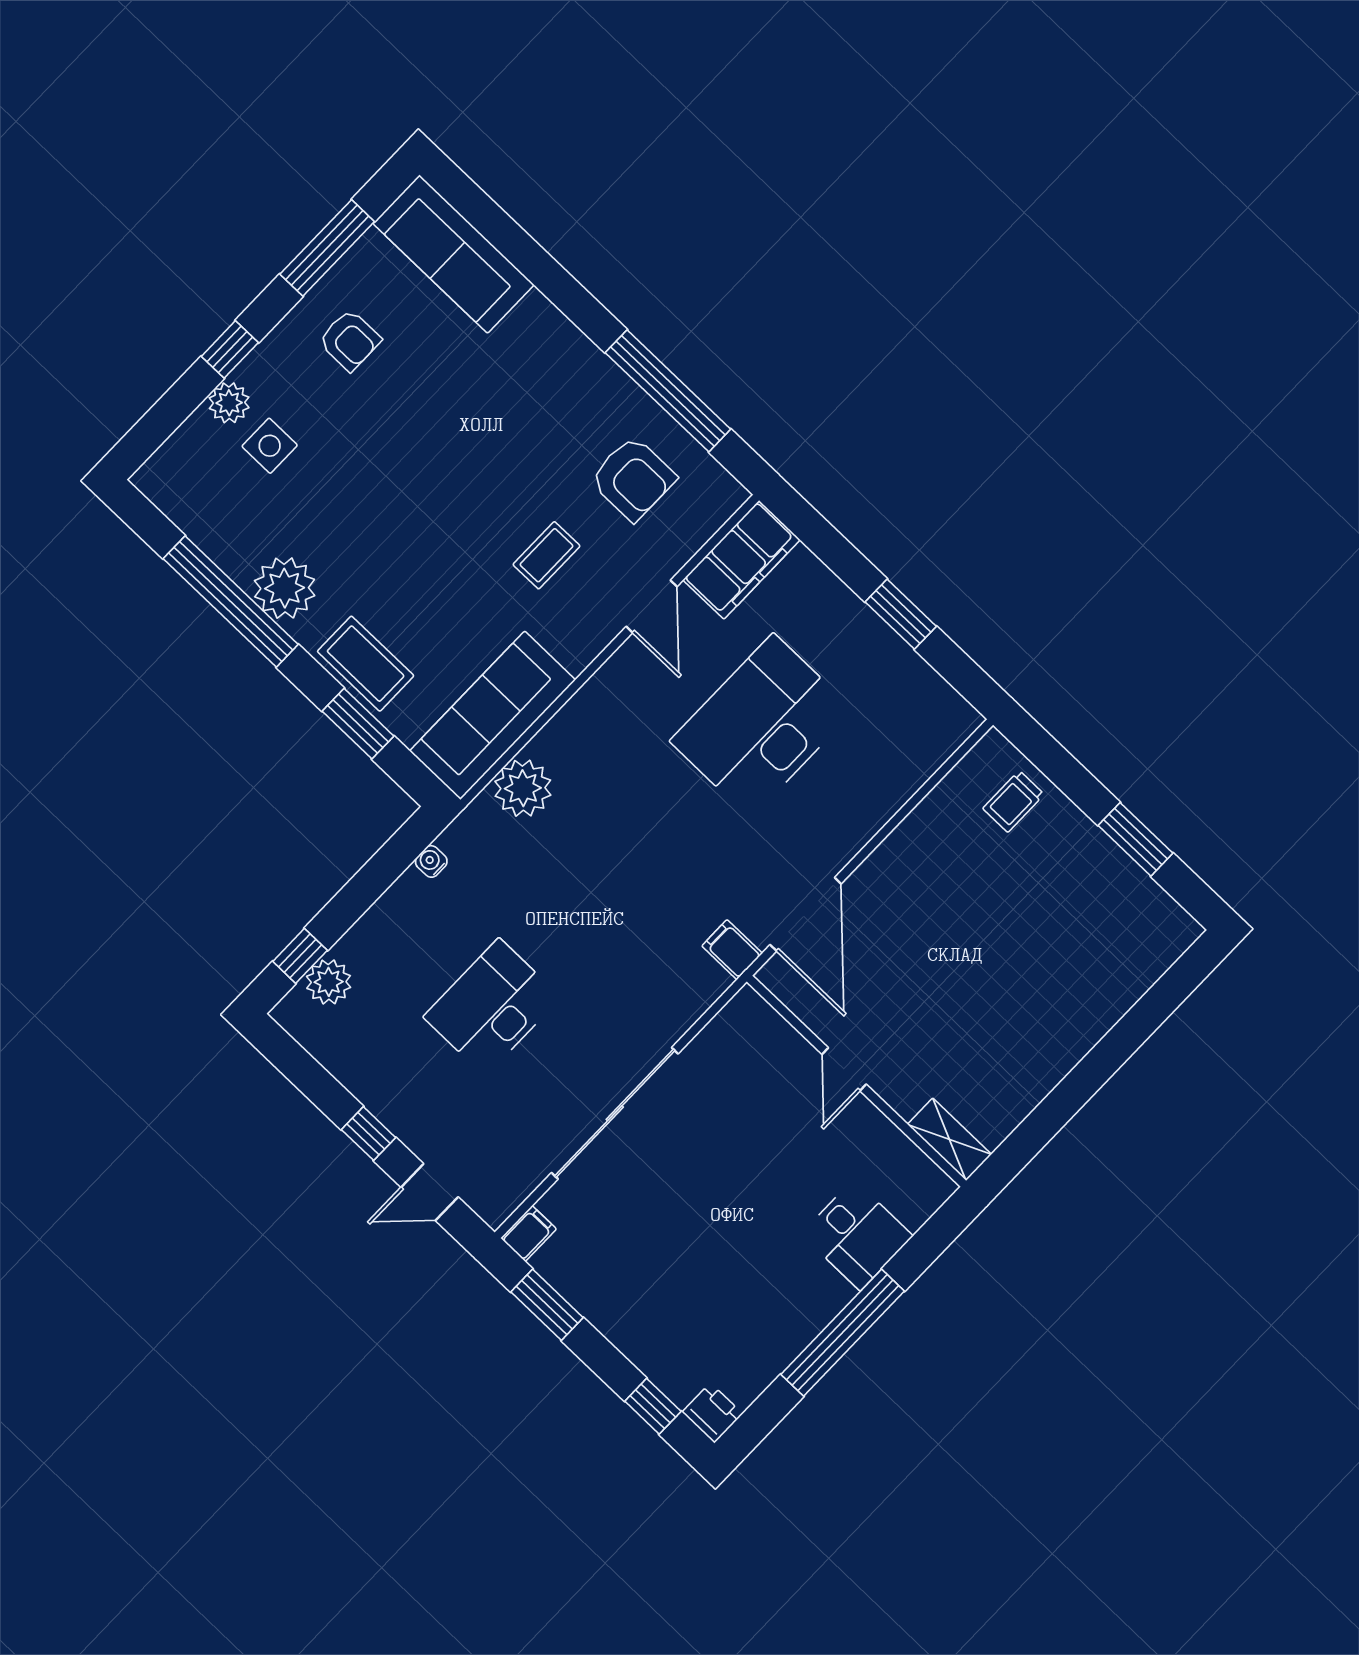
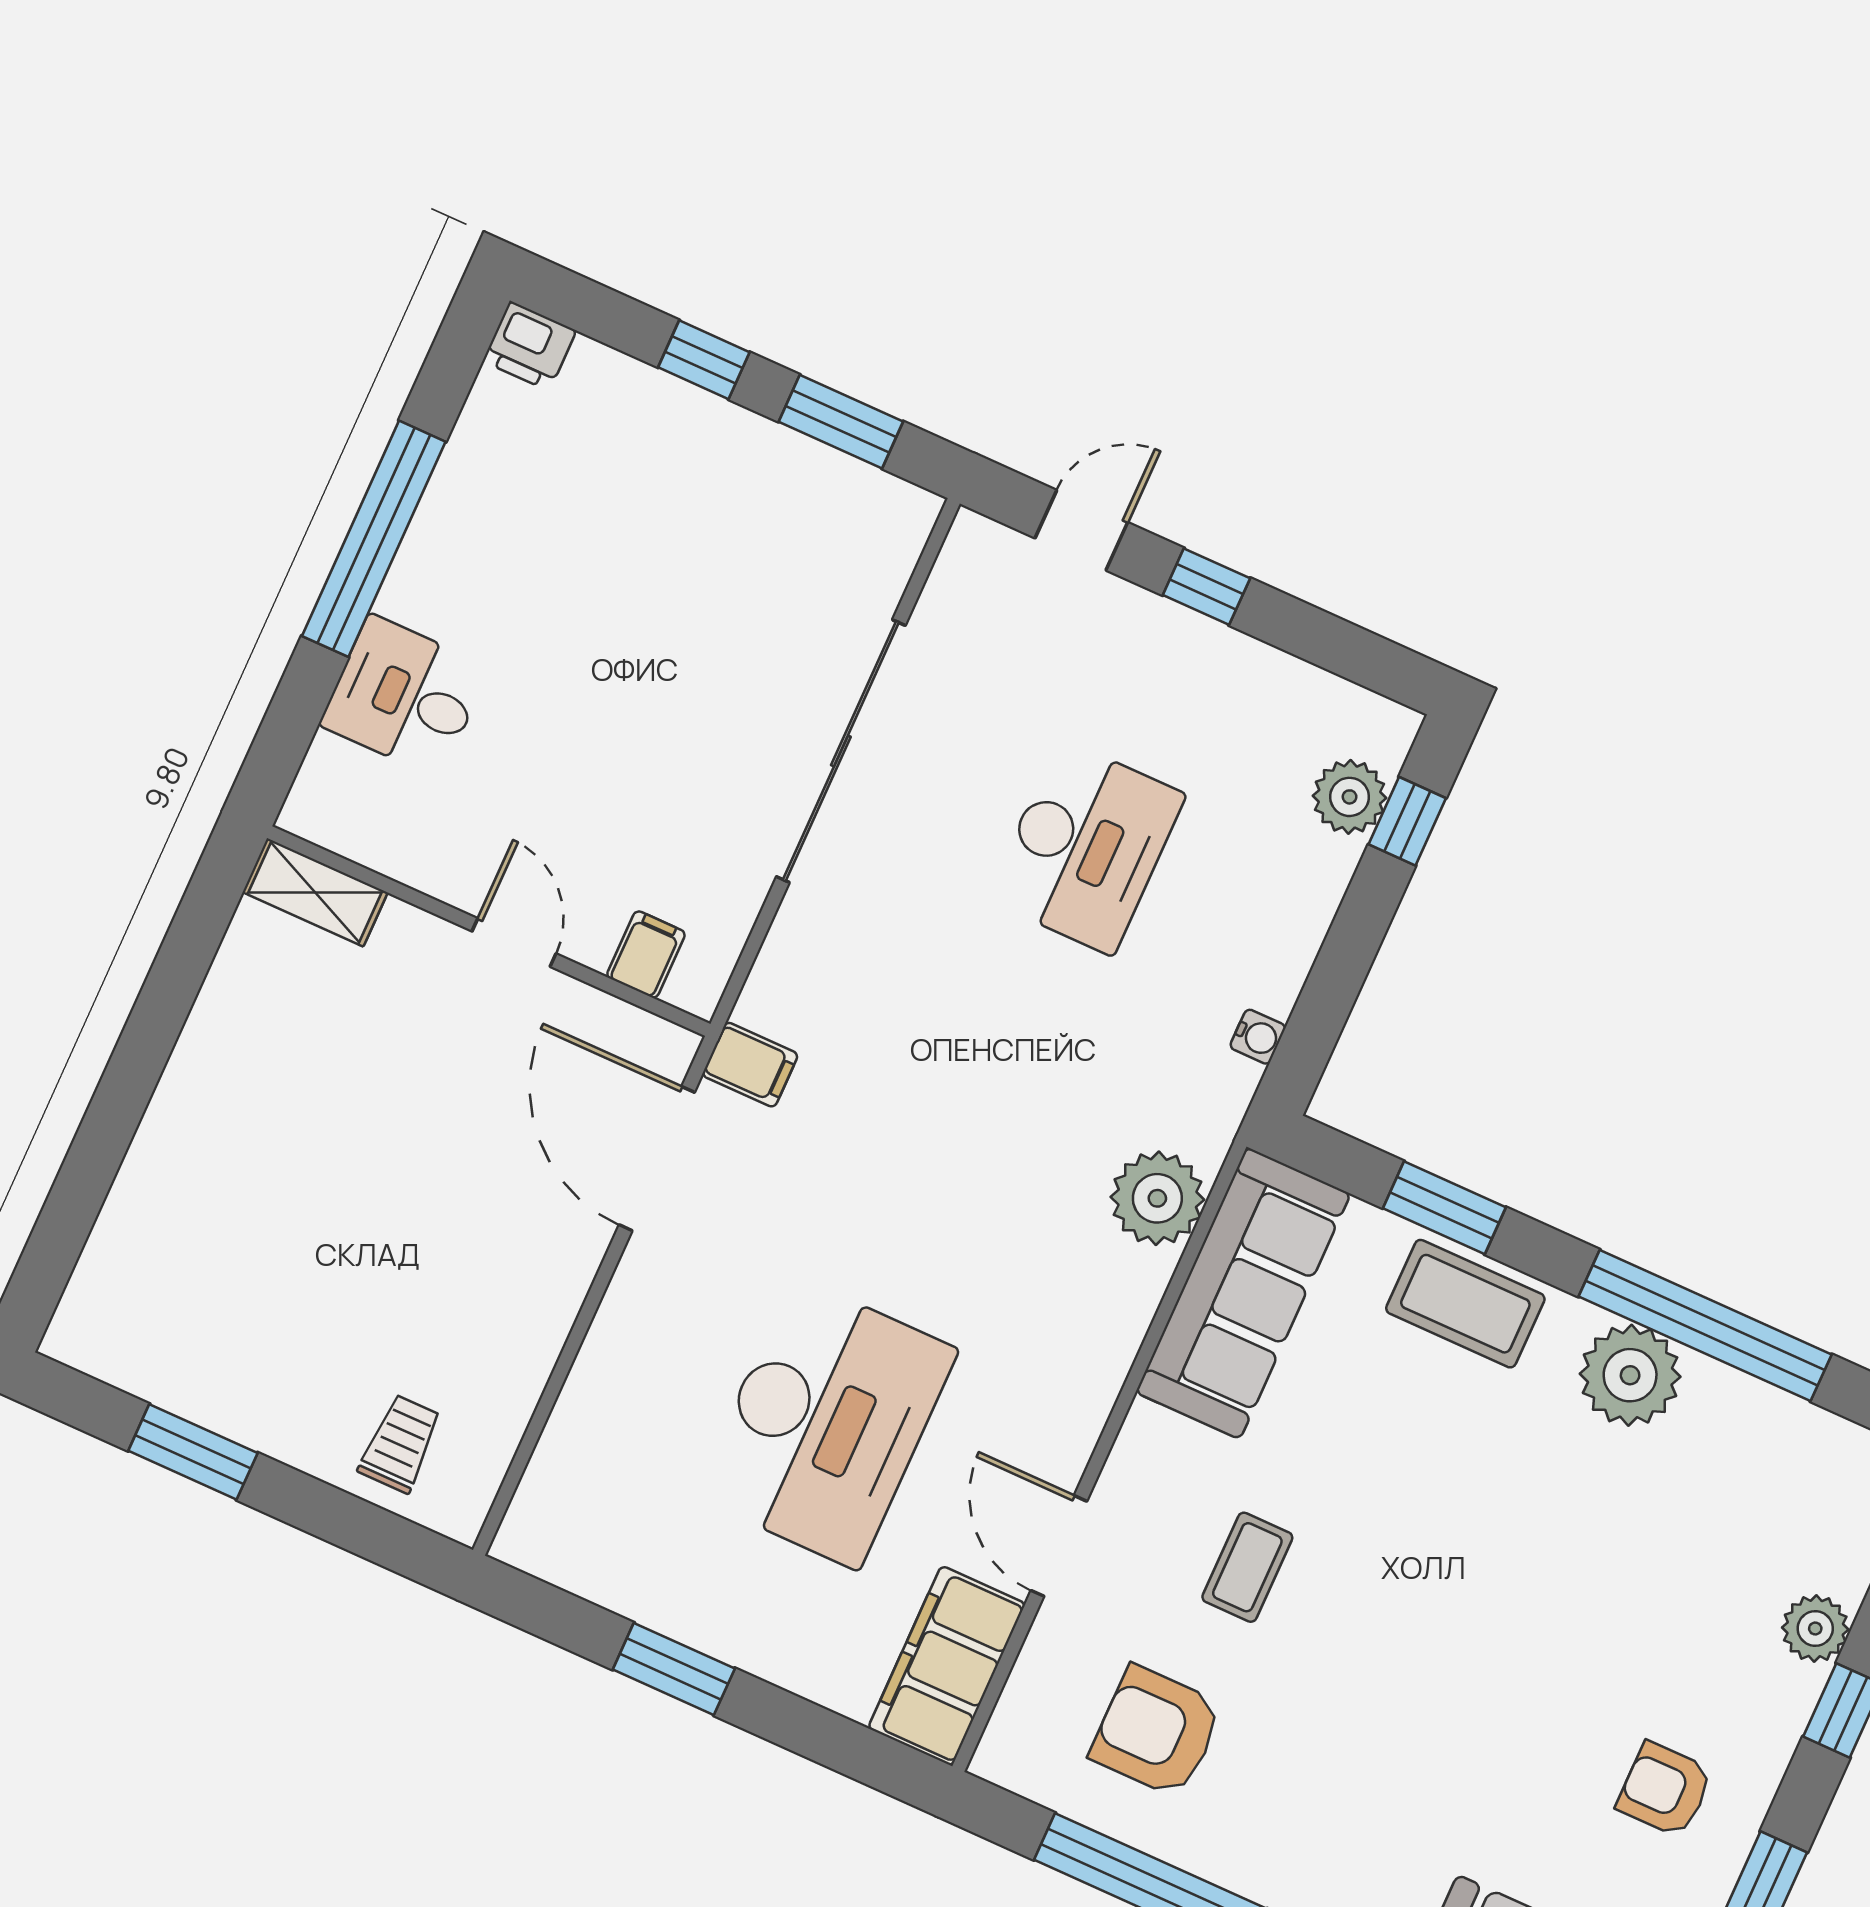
side table: (270, 446) -> (1730, 1585), removed
filing cabinet: (529, 1234) -> (646, 954), moved, turned 180
window: (653, 1406) -> (704, 360), moved

